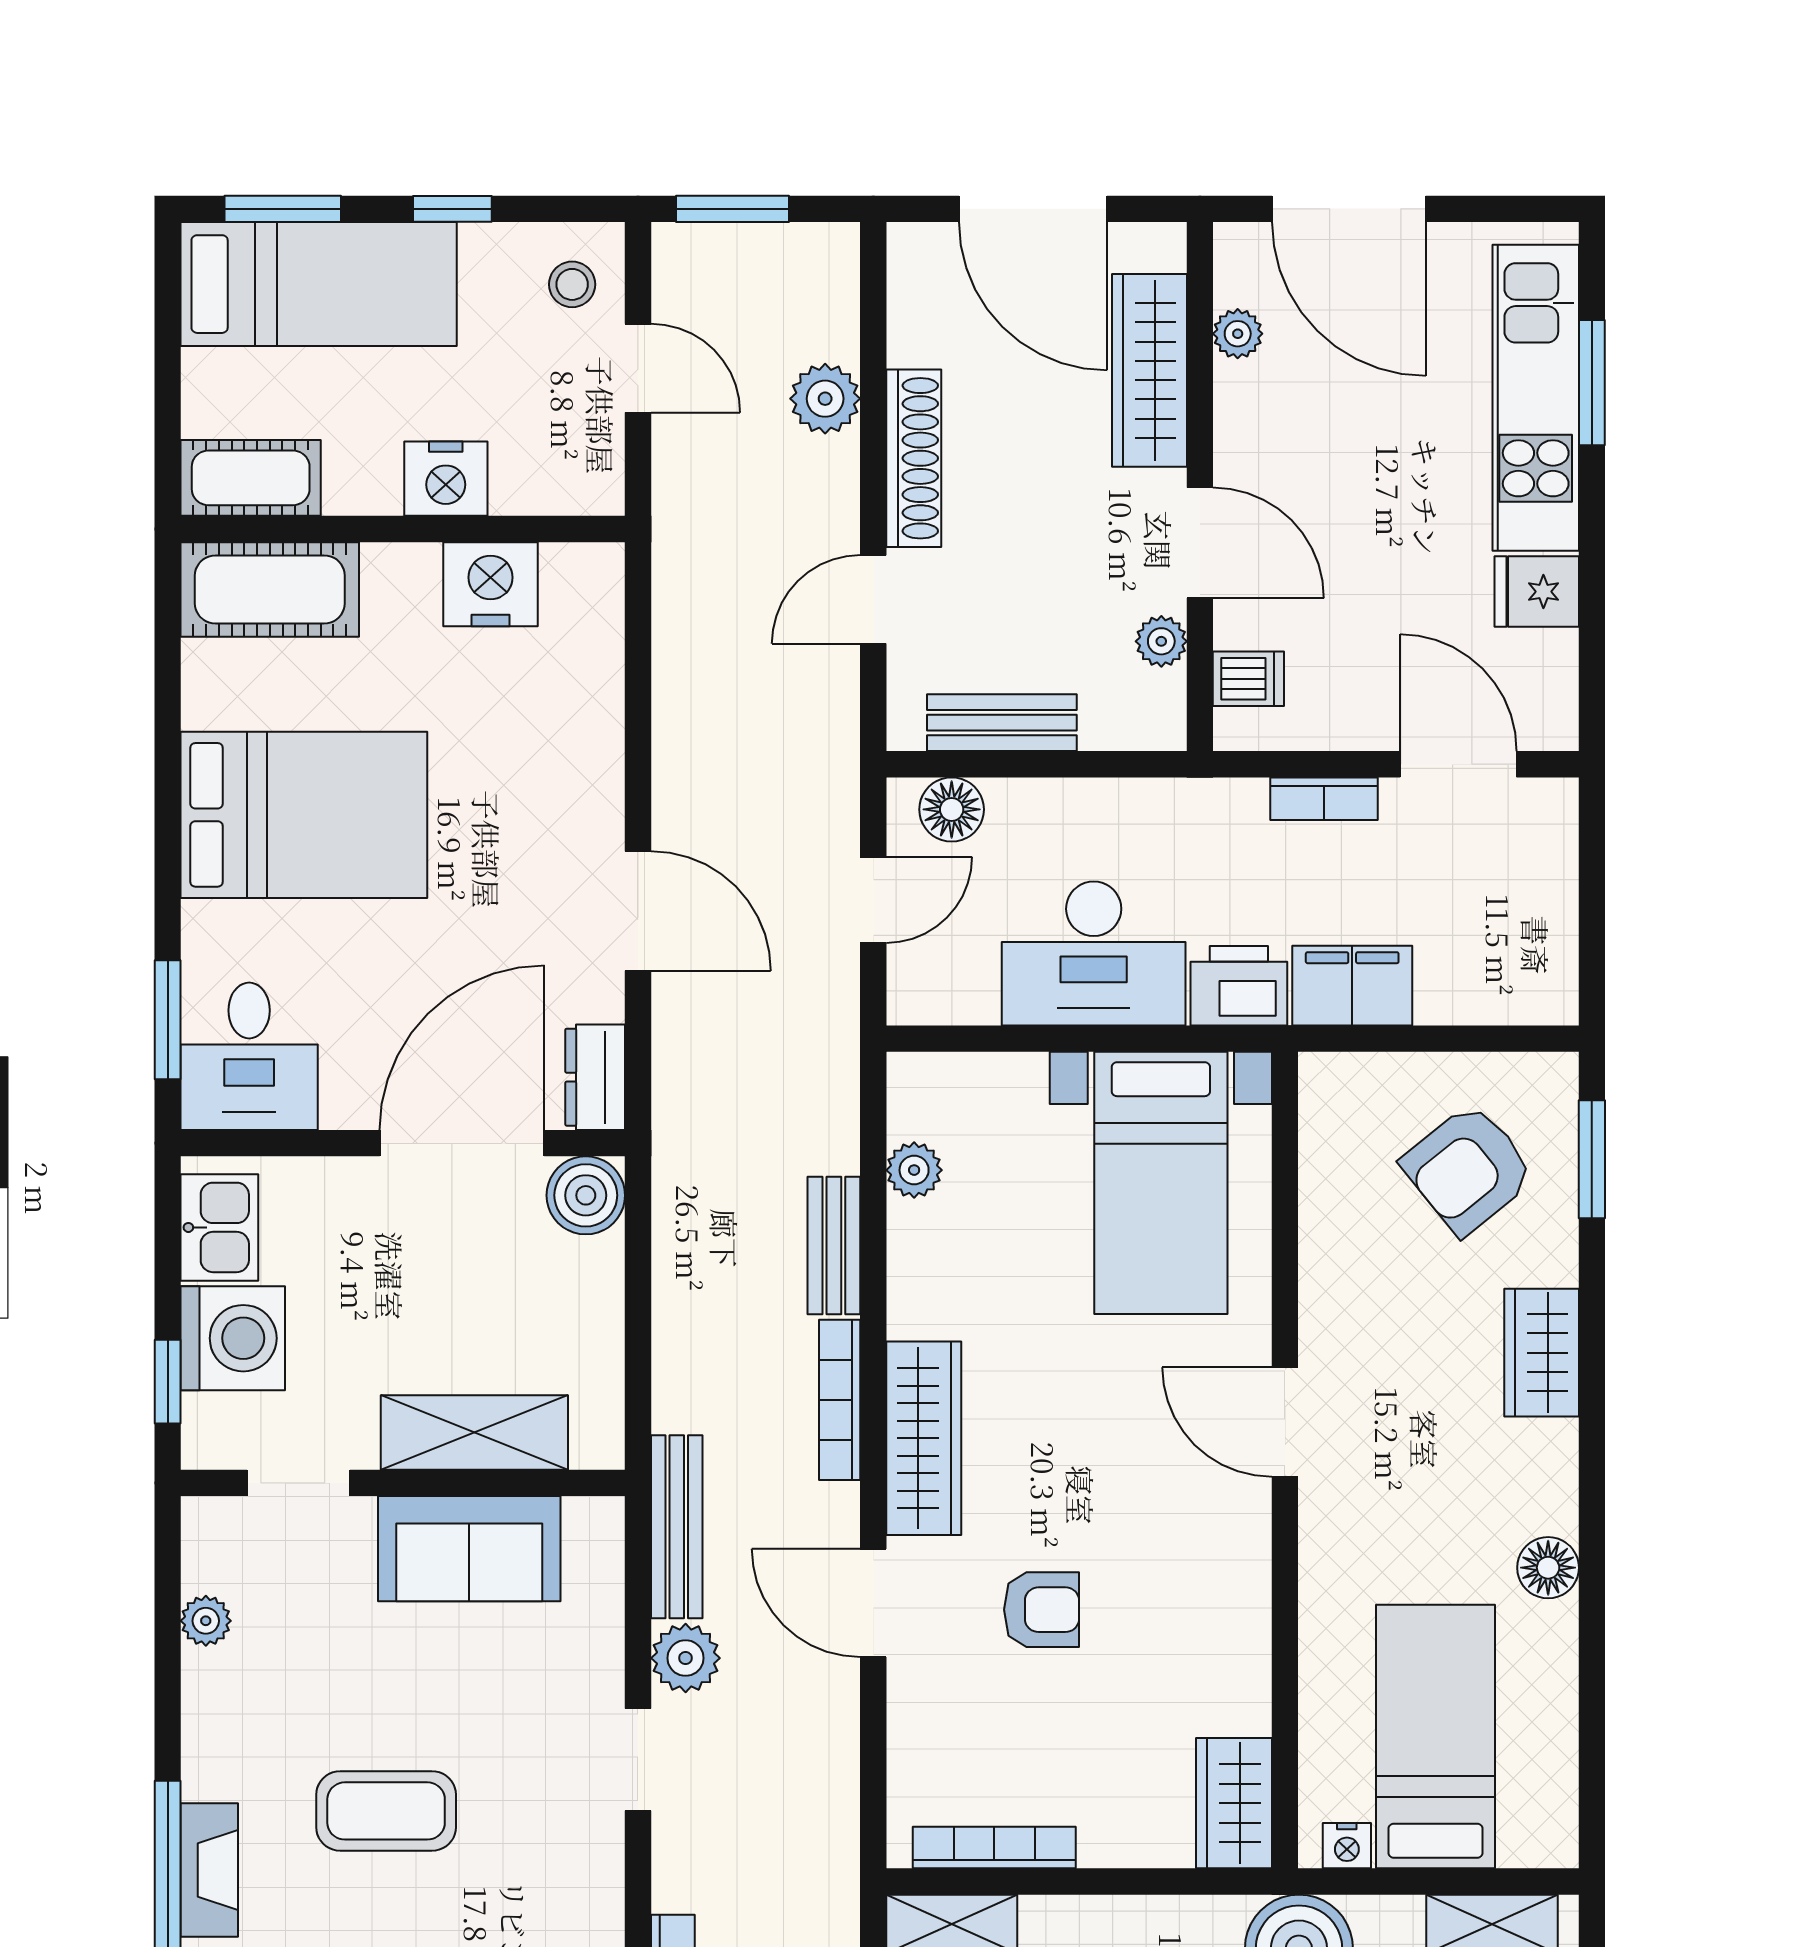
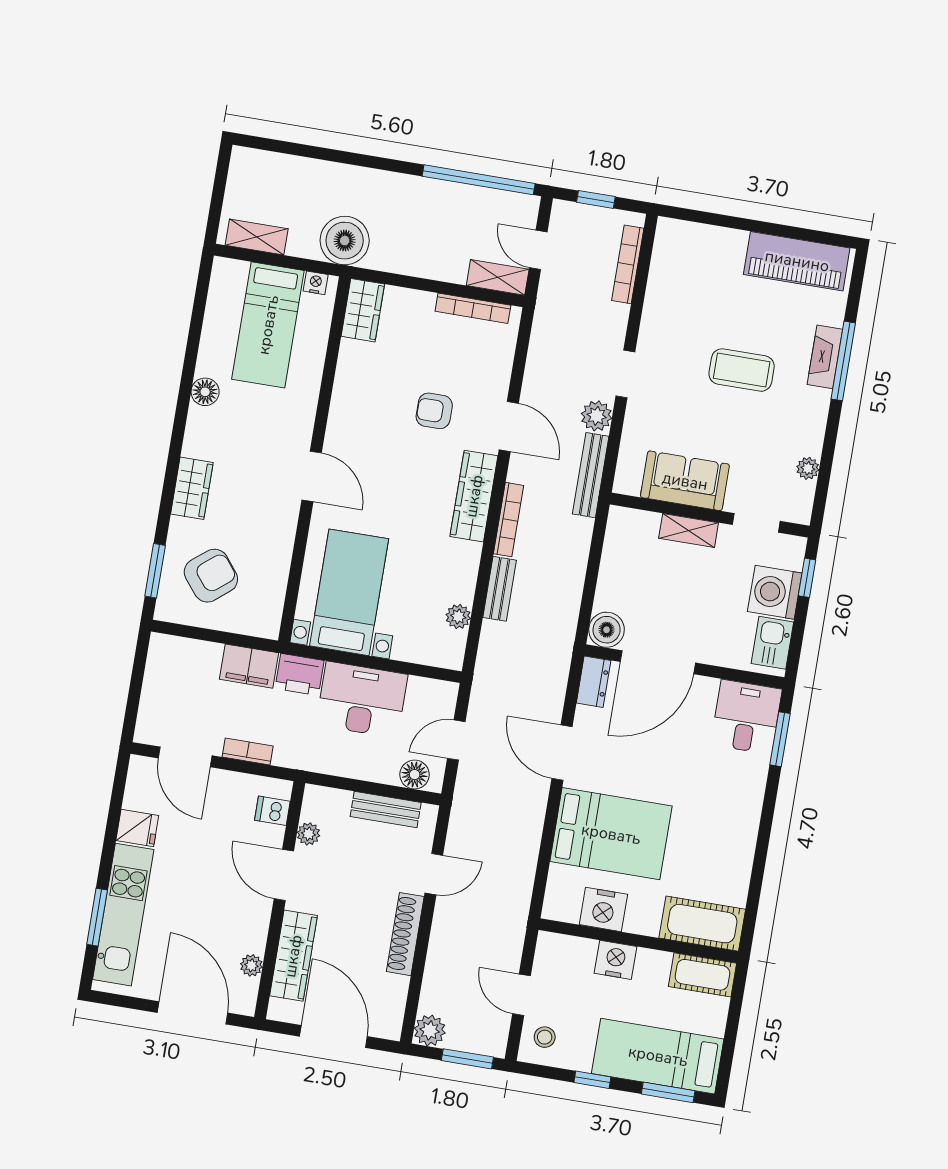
plant: (825, 399) -> (430, 1030), moved
bed: (304, 815) -> (611, 834), moved, turned 180
shelving: (474, 1432) -> (689, 530), width x0.67, depth x0.75

